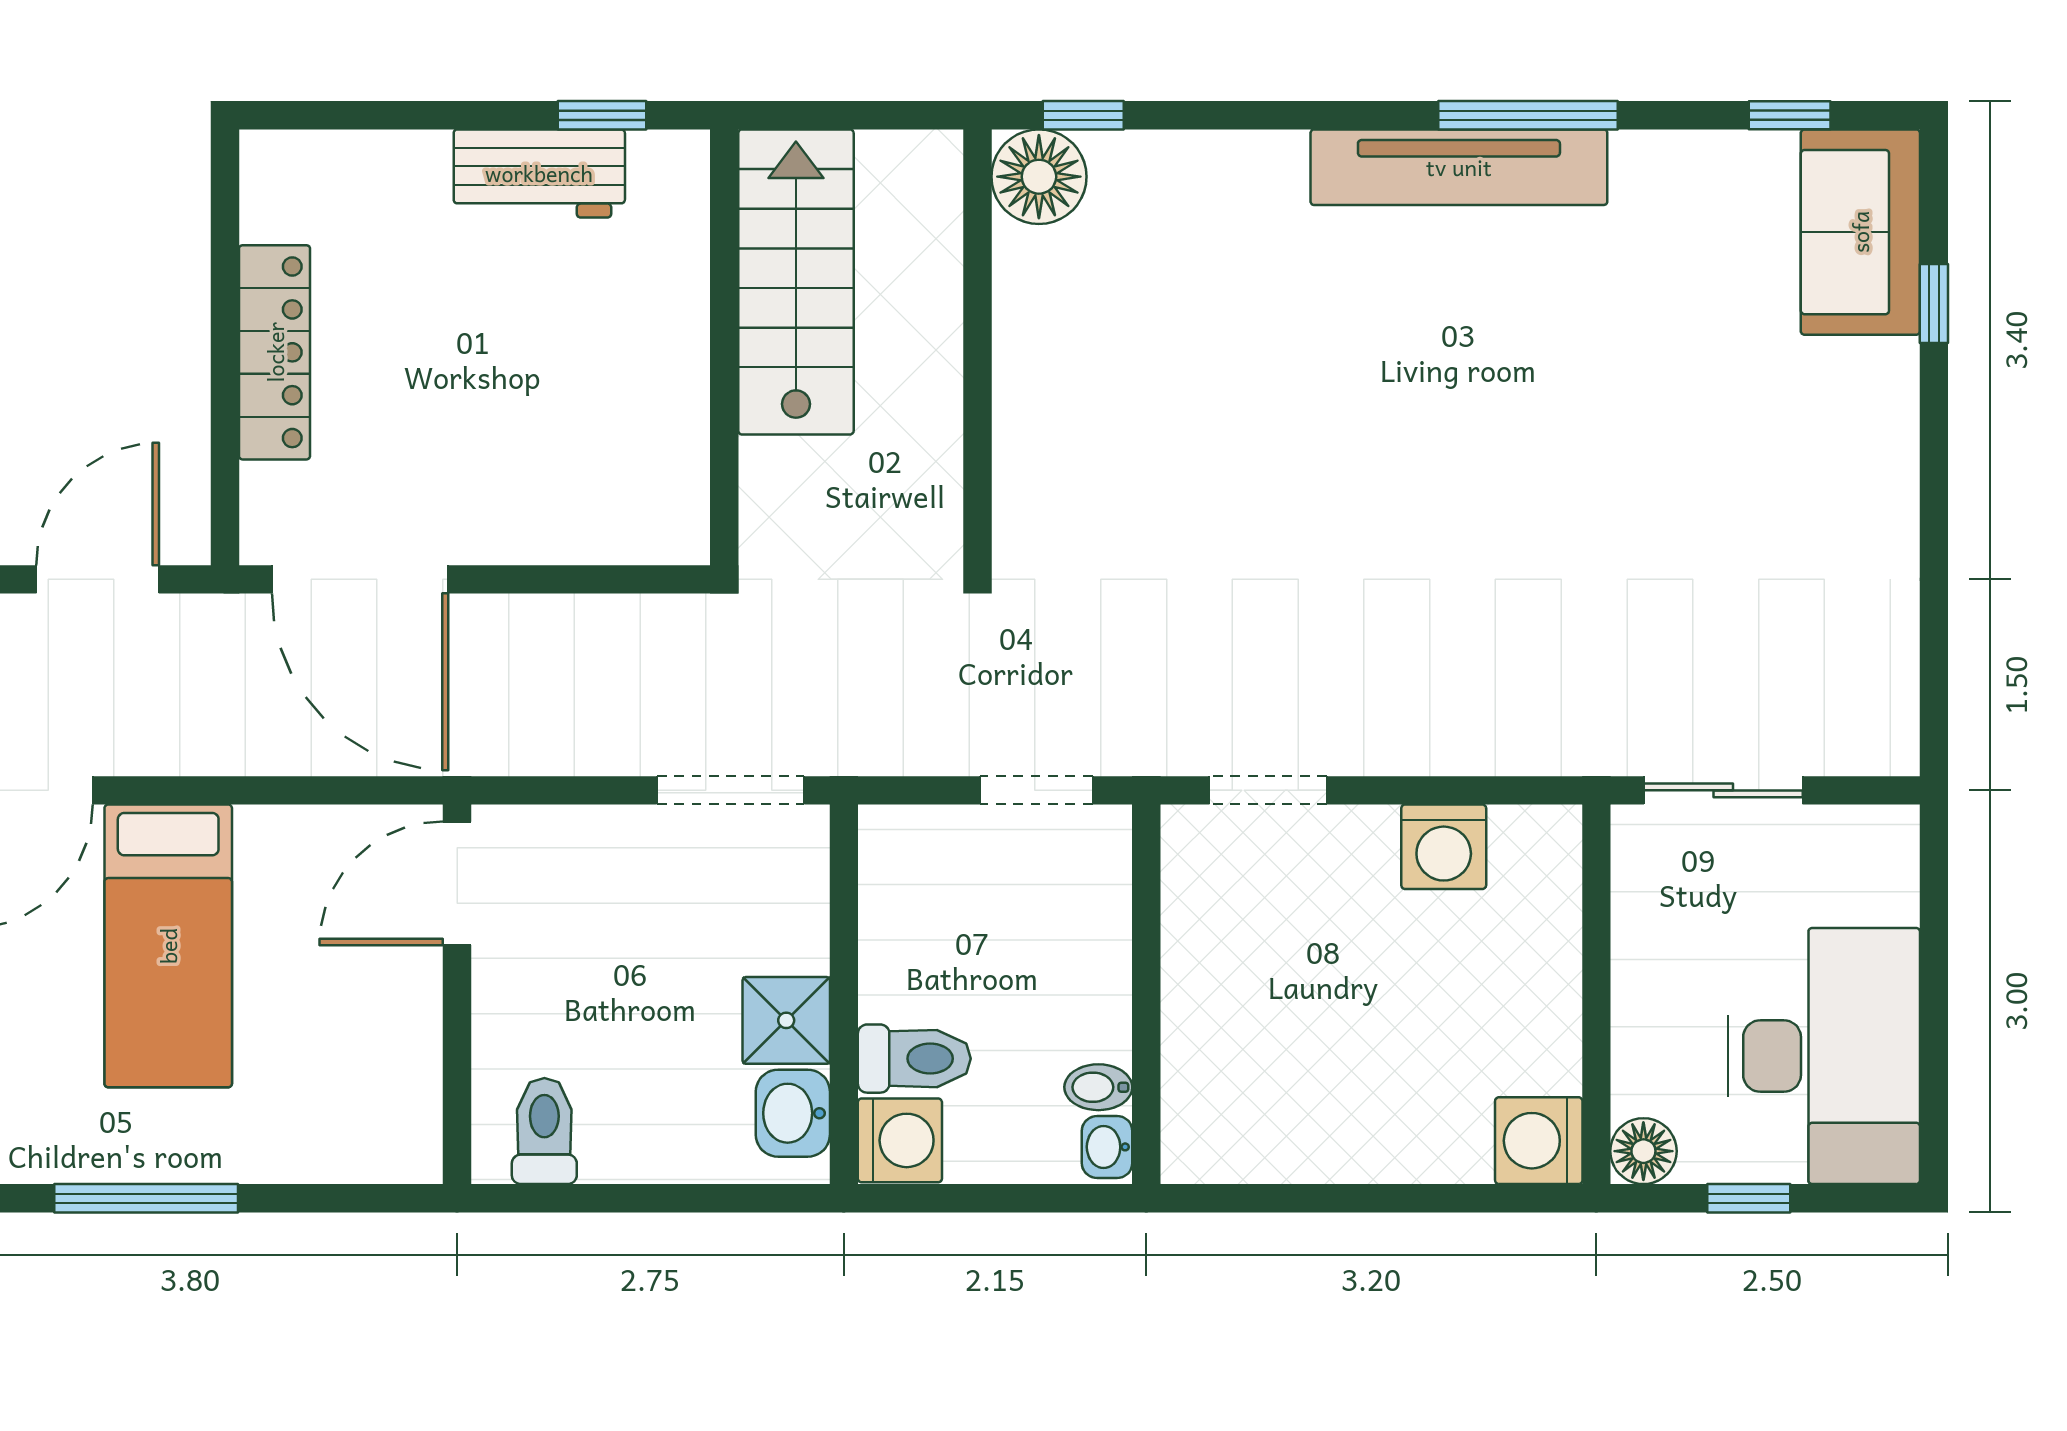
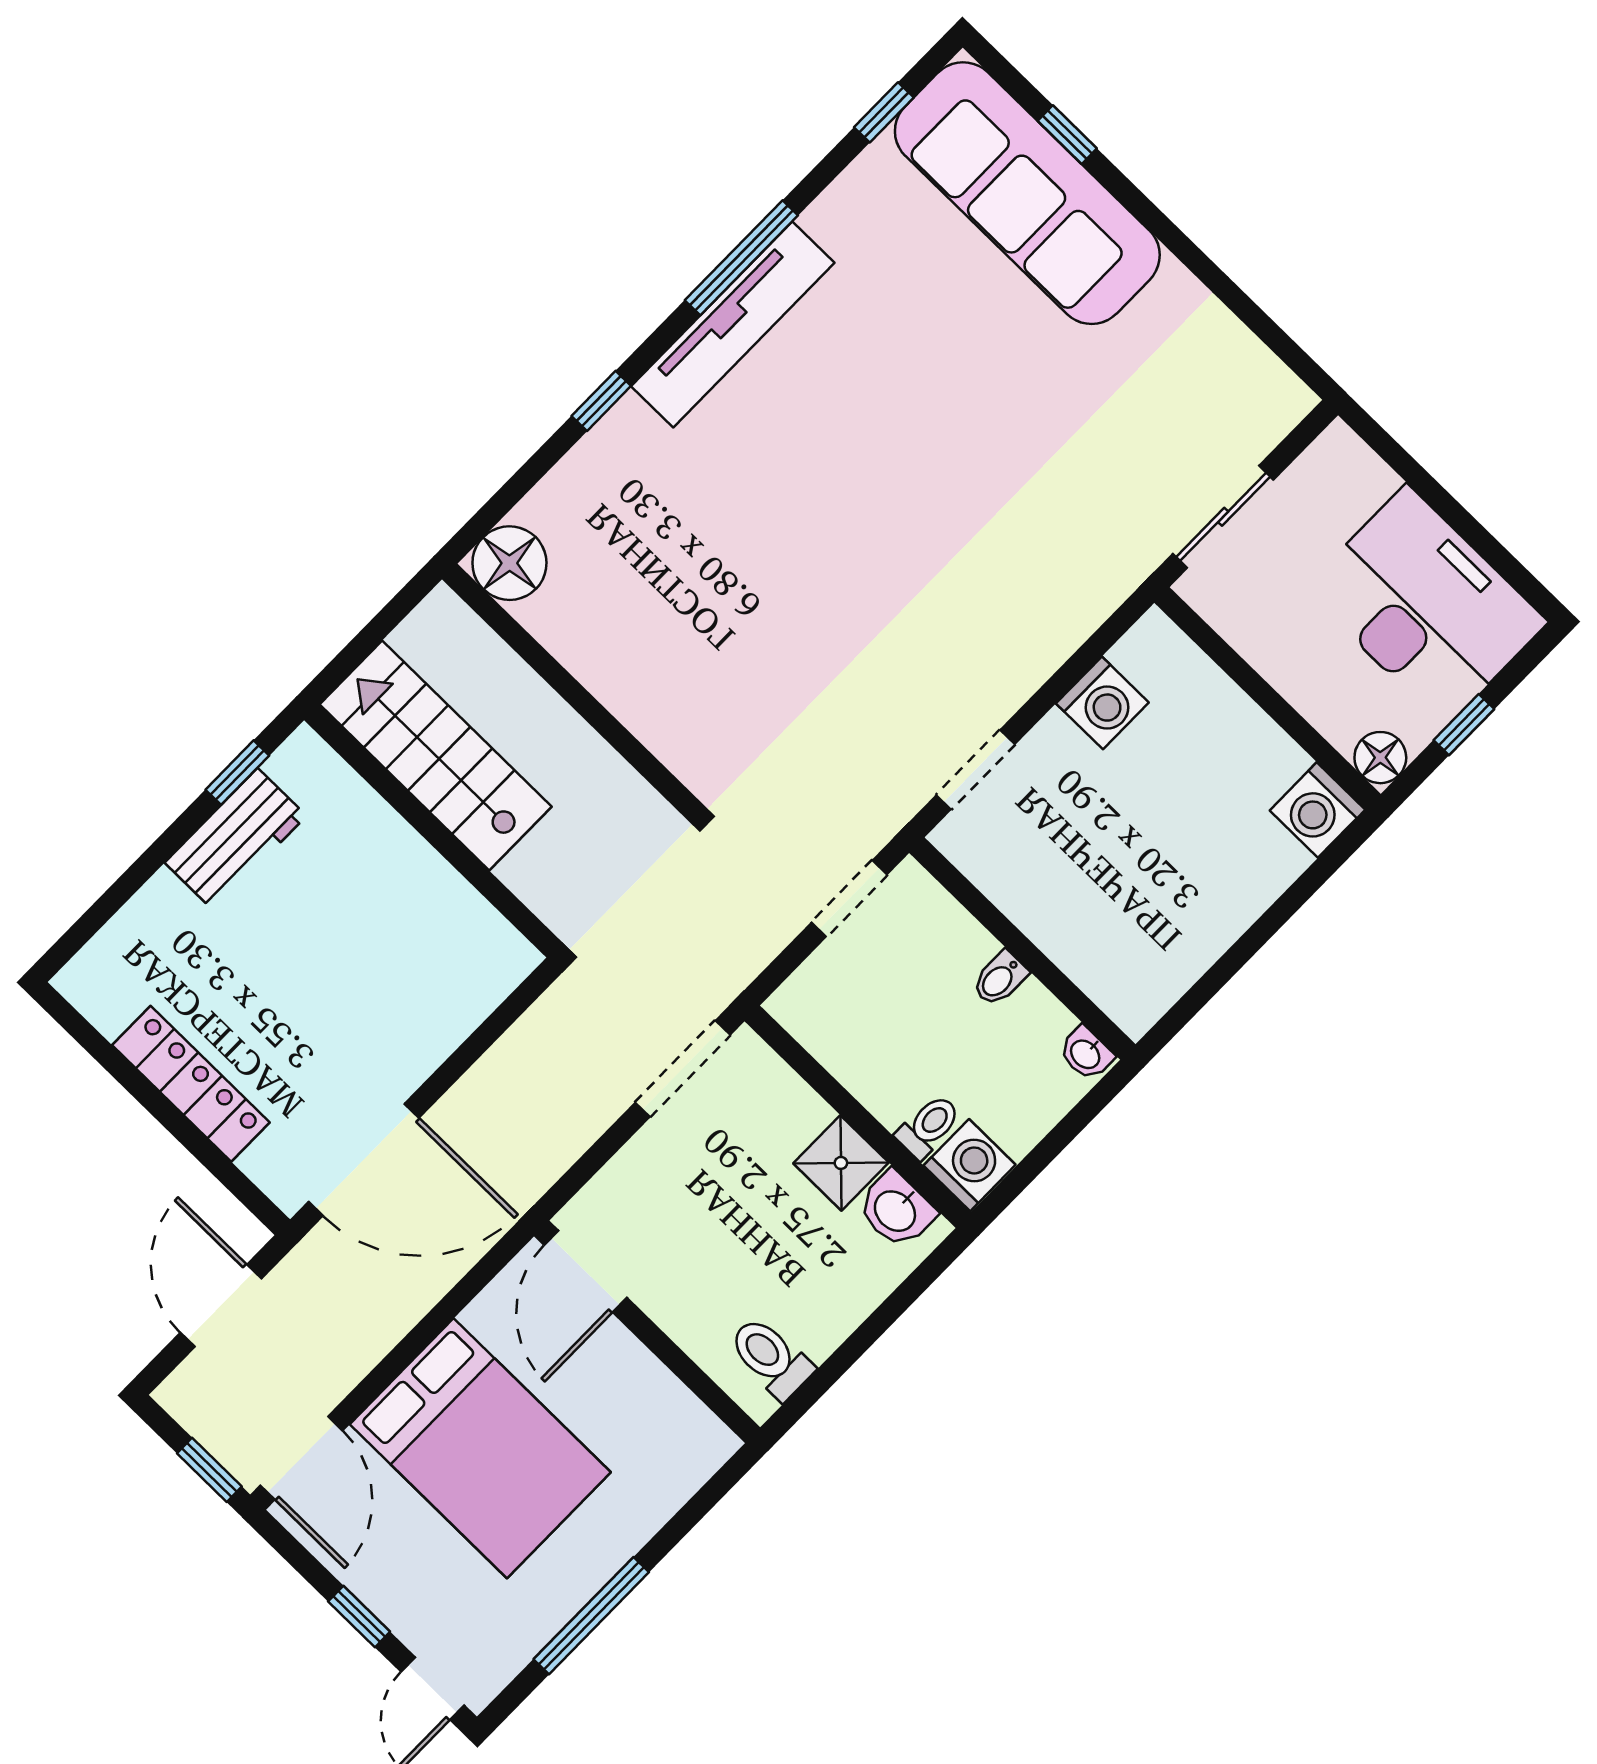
window: (1083, 115) -> (601, 401), moved
sofa: (1860, 232) -> (1027, 193), width x1.85, depth x1.27
bed: (168, 946) -> (480, 1448), width x1.50
toilet: (914, 1059) -> (928, 1126), width x0.73, depth x0.72
bidet: (1098, 1087) -> (1000, 979), moved

